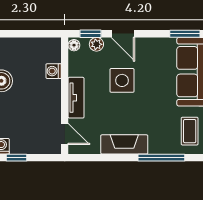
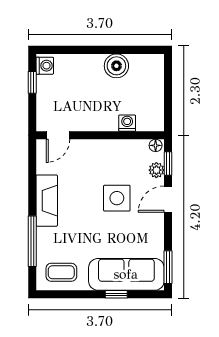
tv unit: (76, 98) -> (98, 148), removed

